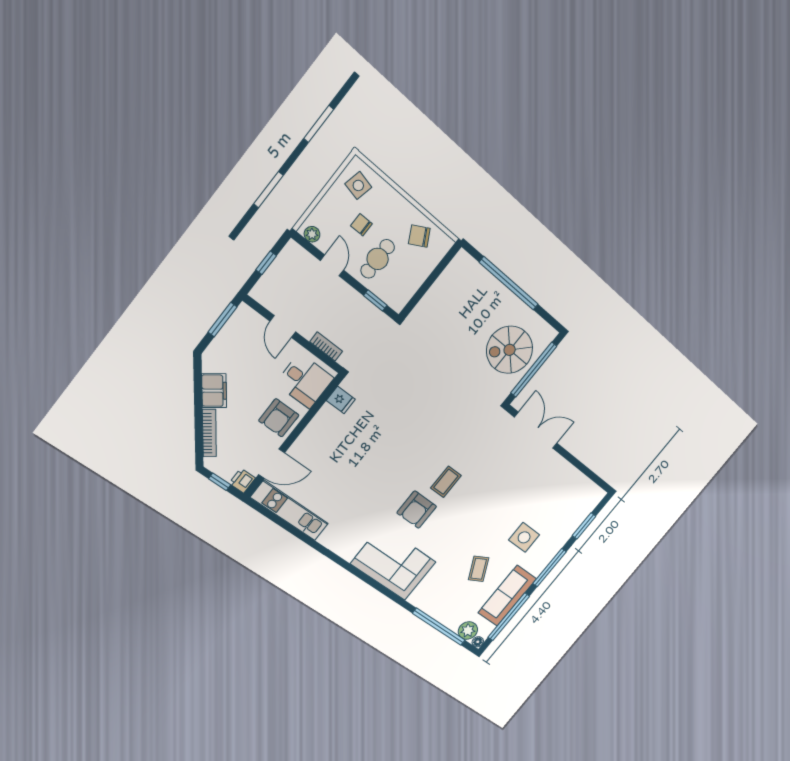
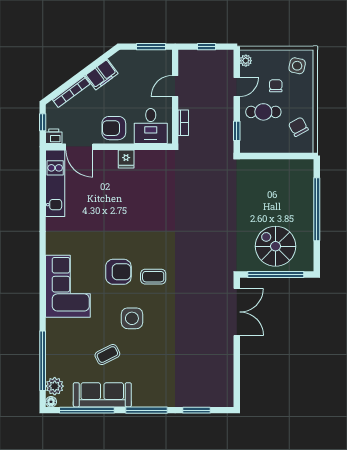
fridge: (341, 400) -> (126, 159), moved
armchair: (417, 510) -> (118, 272), turned 180
side table: (524, 537) -> (132, 318), moved

